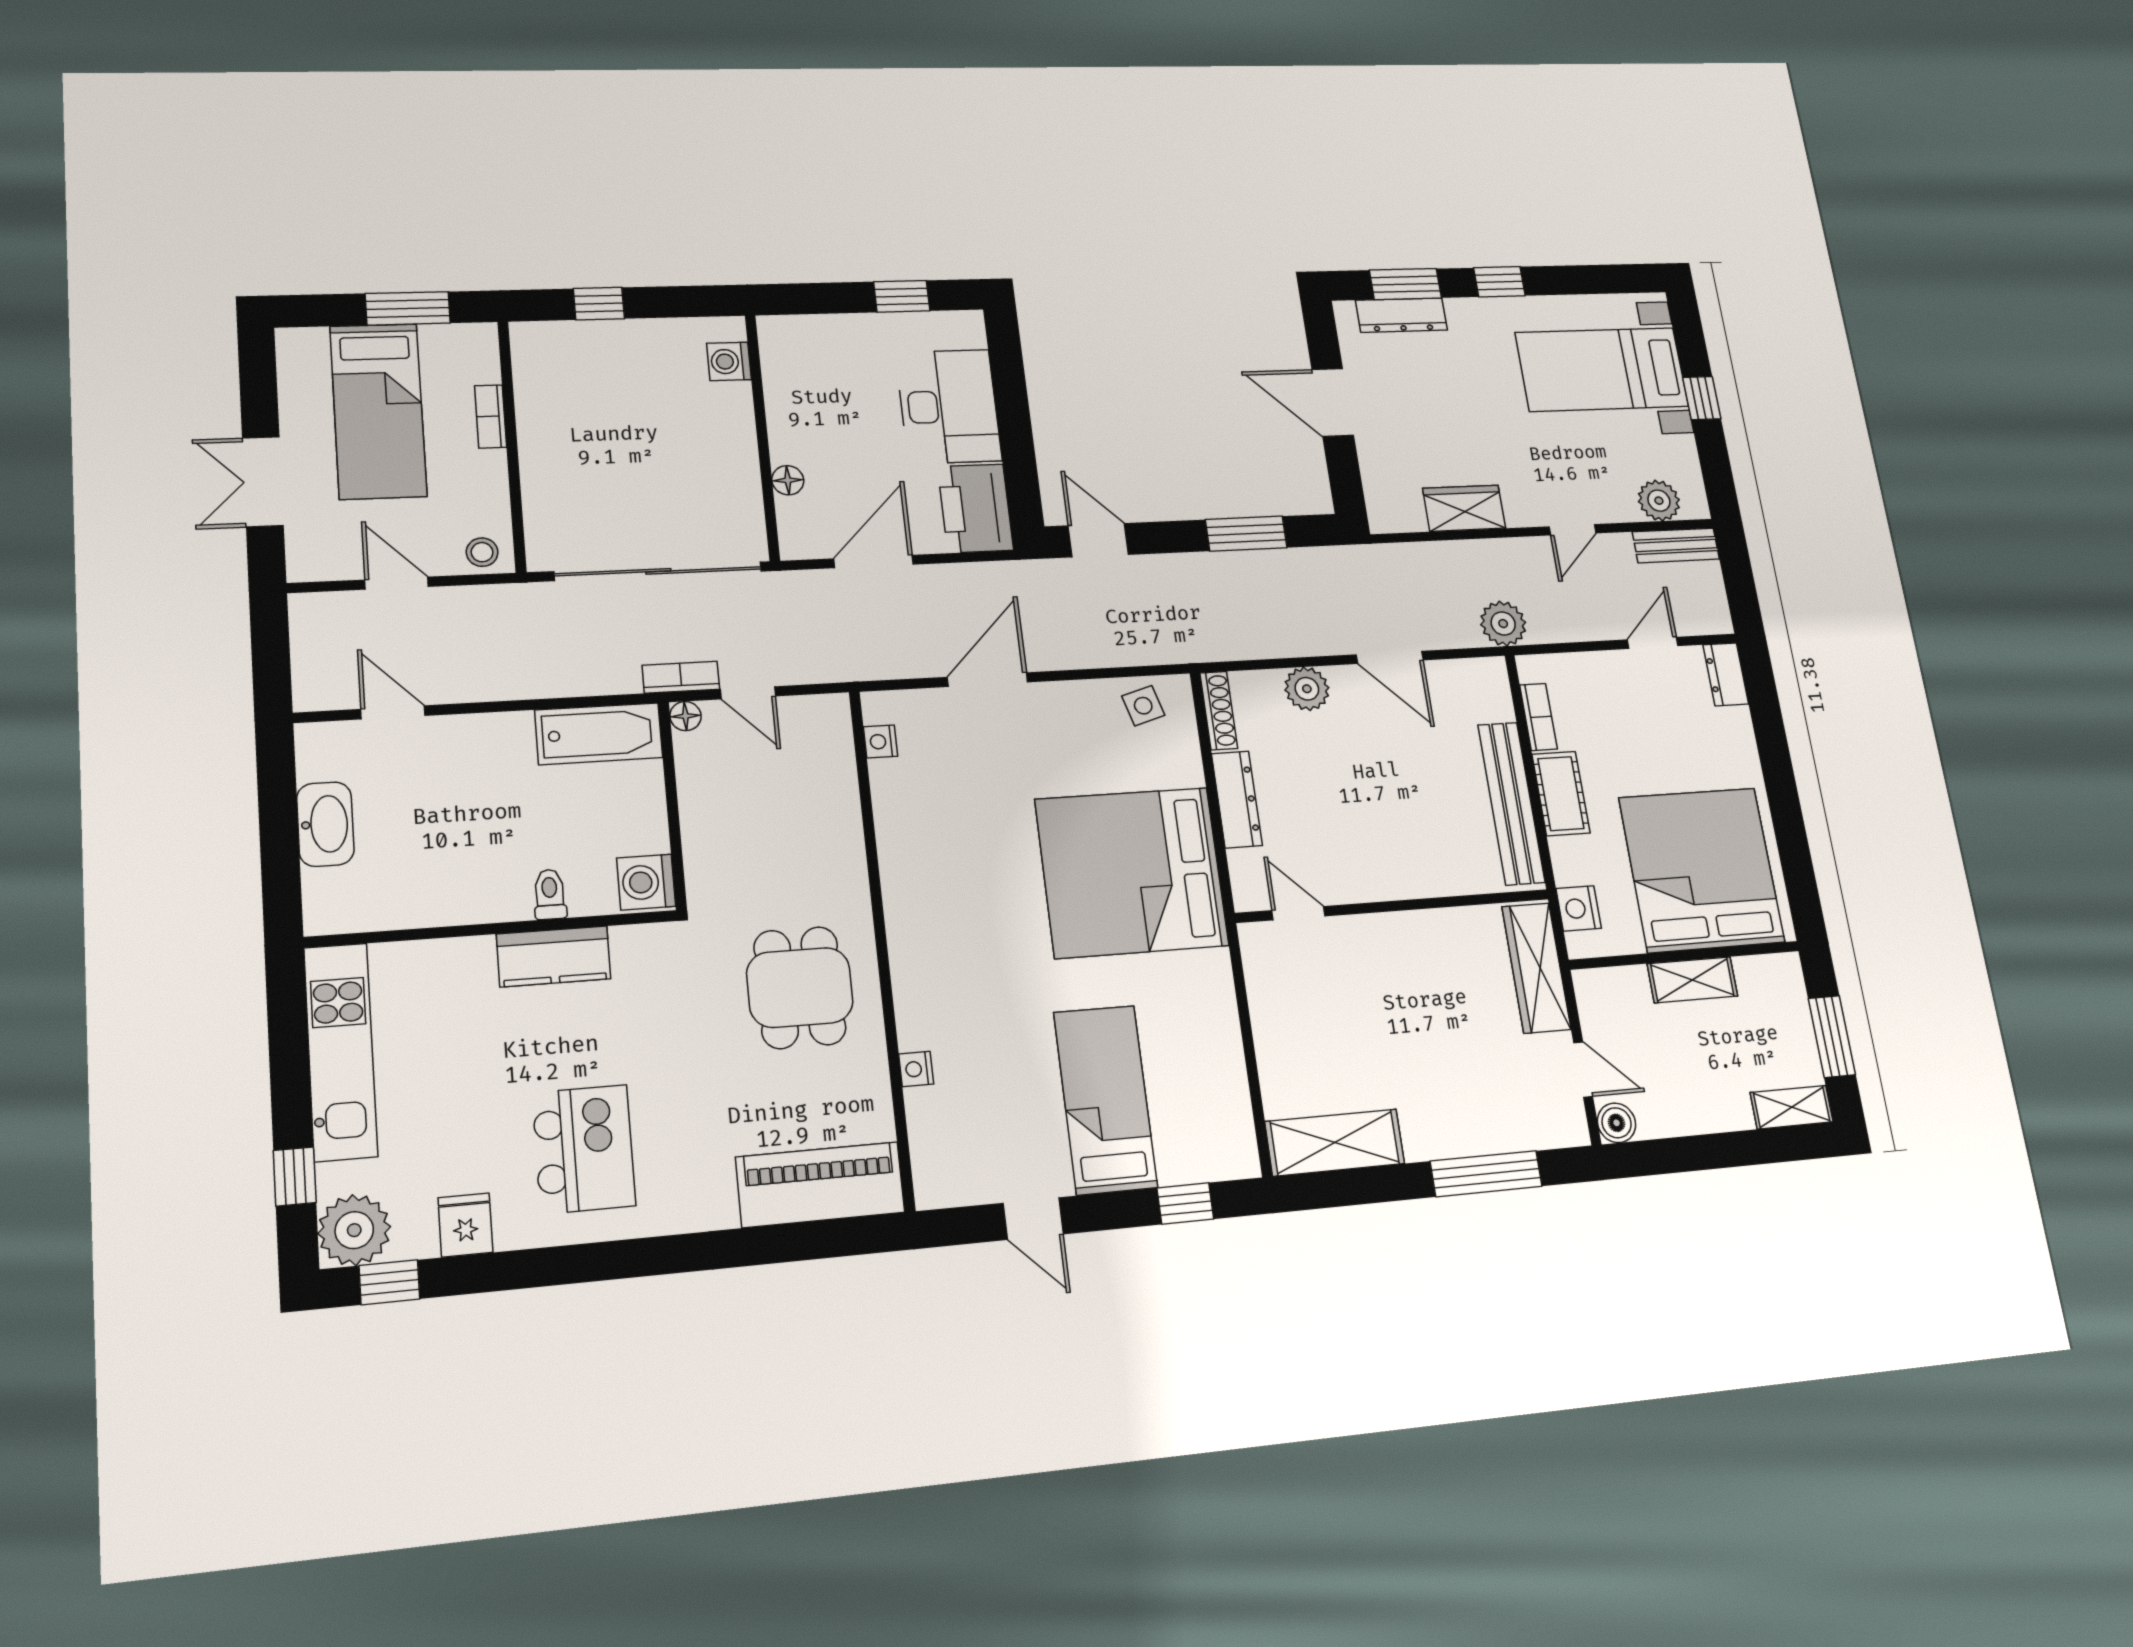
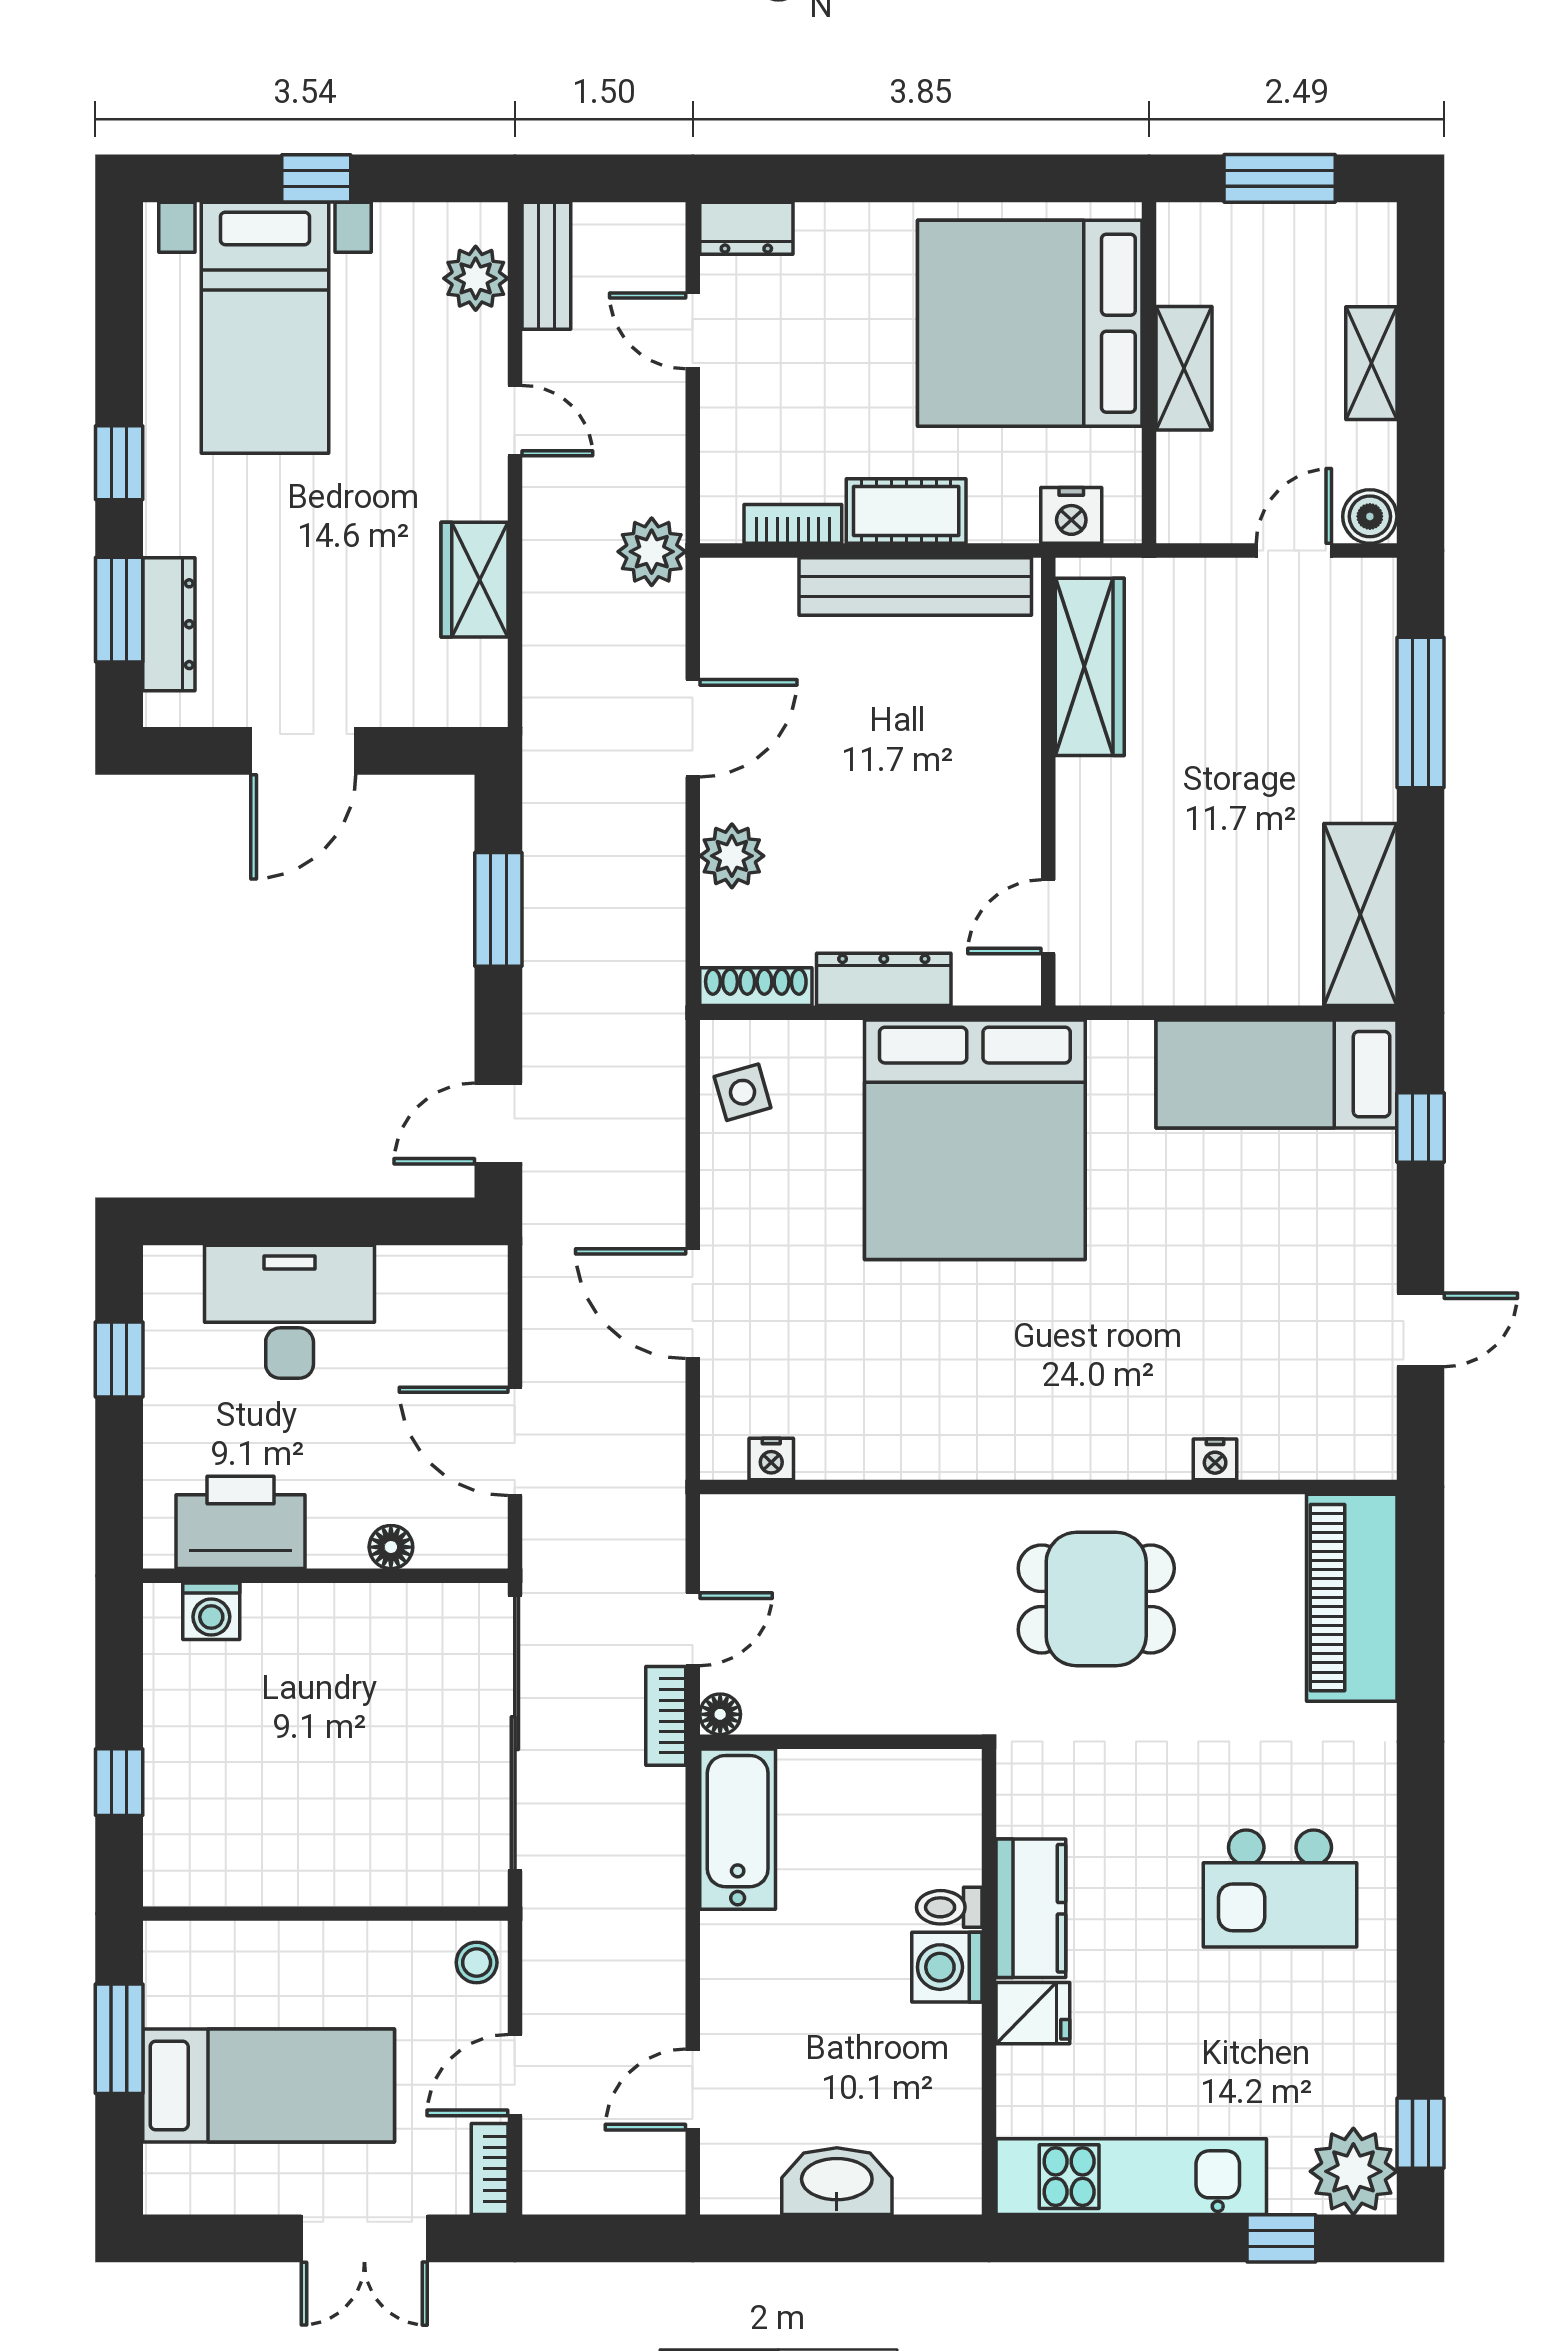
bookcase: (491, 416) -> (490, 2169), moved, turned 90
printer: (975, 508) -> (240, 1522), moved, turned 180
washing machine: (646, 882) -> (947, 1967), moved, turned 90
wardrobe: (1536, 968) -> (1090, 667), moved, turned -90
bed: (1105, 1100) -> (1276, 1074), moved
shelving: (1792, 1107) -> (1371, 363), moved
kitchen island: (584, 1149) -> (1280, 1889), turned 180
fridge: (465, 1225) -> (1033, 2013), moved, turned 180

